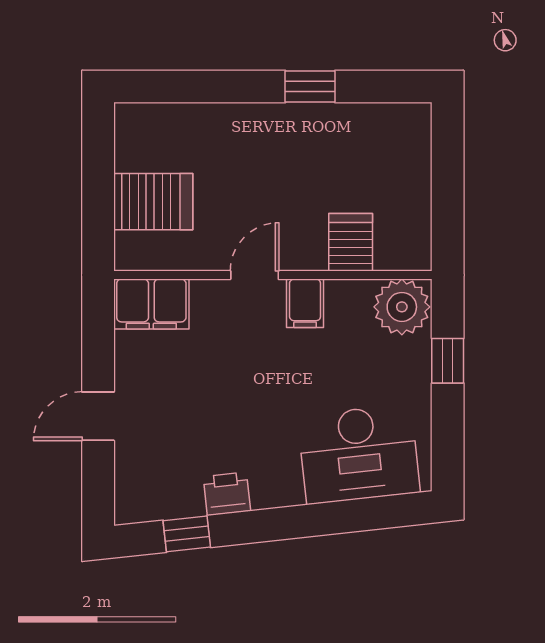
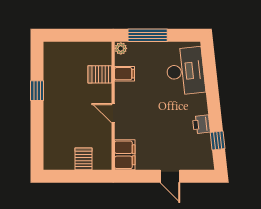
server rack: (153, 202) -> (84, 159), width x0.73, depth x0.70
filing cabinet: (305, 303) -> (125, 74), moved
plant: (402, 307) -> (121, 48), width x0.53, depth x0.53
window: (448, 361) -> (148, 35), width x2.17

